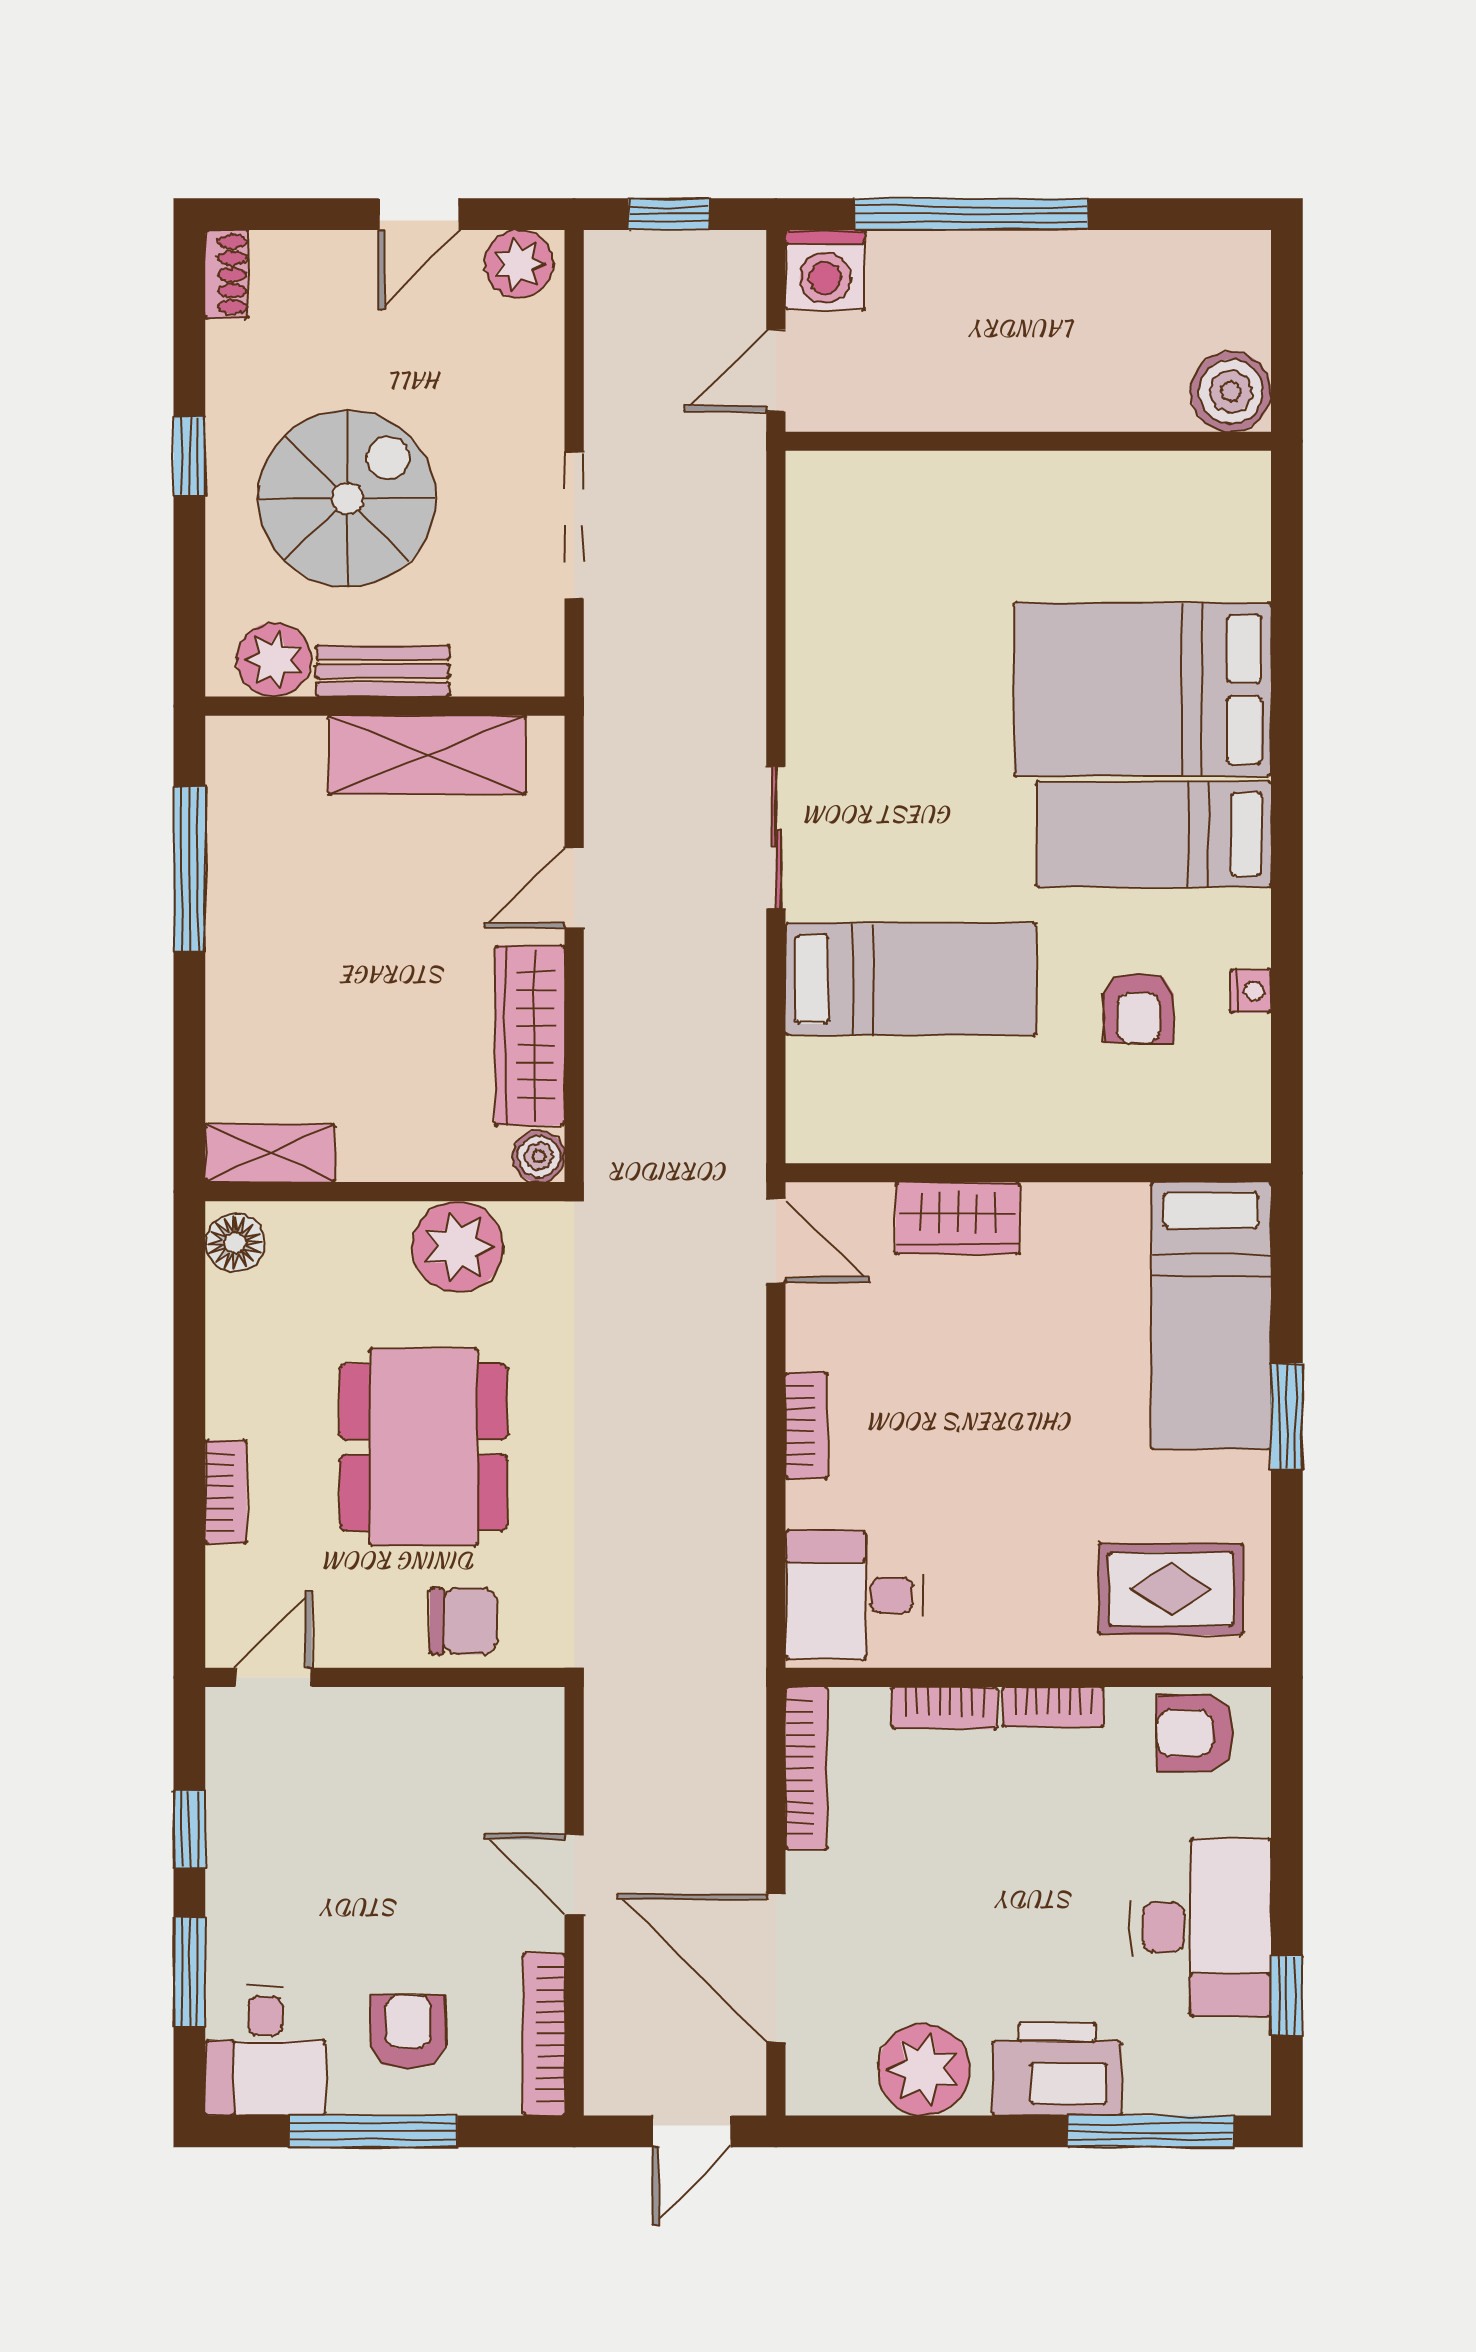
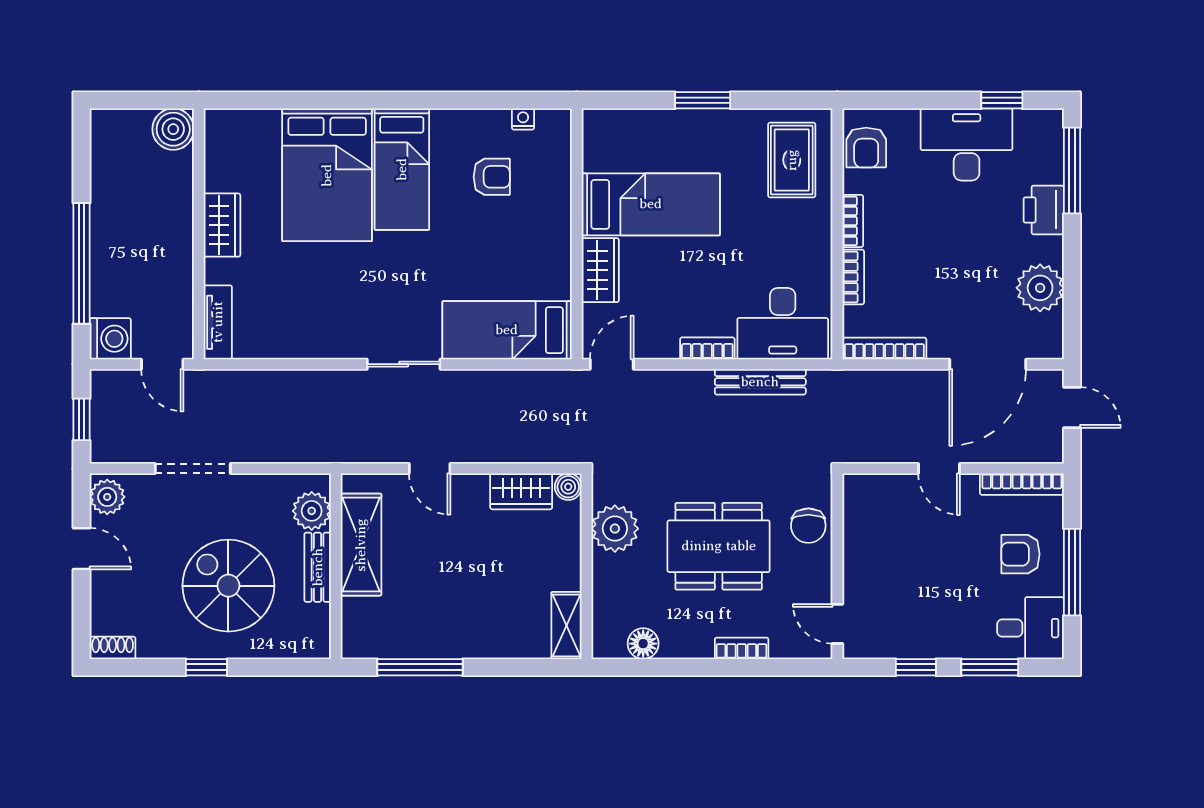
tv unit: (857, 478) -> (218, 322), added
wardrobe: (1045, 486) -> (222, 225), added
doorway: (574, 525) -> (193, 468), moved
plant: (274, 660) -> (312, 511), moved
bed: (911, 979) -> (507, 330), moved, turned -90
nightstand: (1251, 991) -> (523, 119), moved
wardrobe: (530, 1035) -> (521, 491), width x0.67
floor lamp: (235, 1243) -> (643, 644), moved
bed: (1211, 1316) -> (651, 204), moved
bench: (742, 1528) -> (760, 382), added
desk: (854, 1595) -> (783, 324), width x1.37
chair: (463, 1621) -> (808, 526), turned 180
door: (574, 1874) -> (939, 468), hinge flipped
printer: (1057, 2069) -> (1044, 210), width x0.73, depth x0.84

